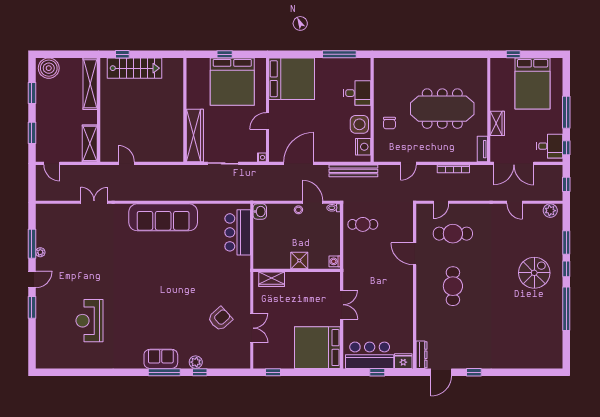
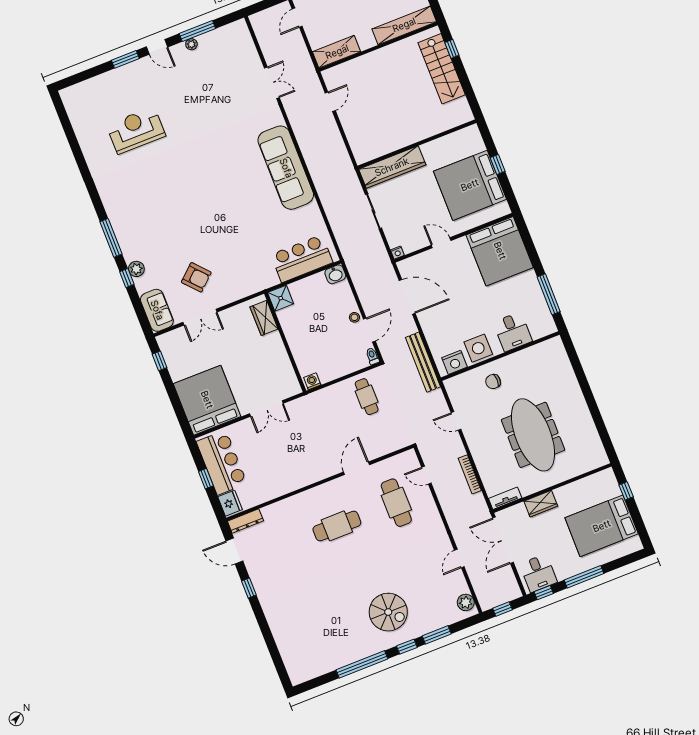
shower: (299, 261) -> (281, 298), moved
sofa: (161, 359) -> (157, 310), moved

